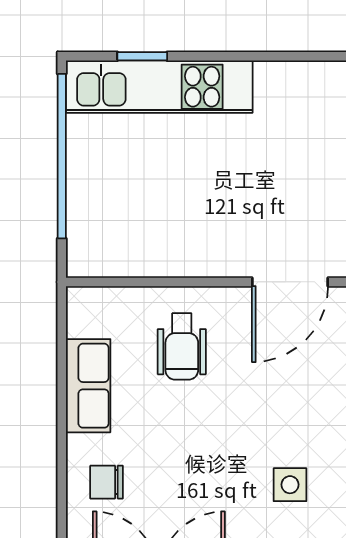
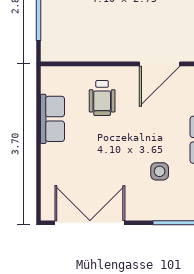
chair: (107, 482) -> (62, 170), removed

